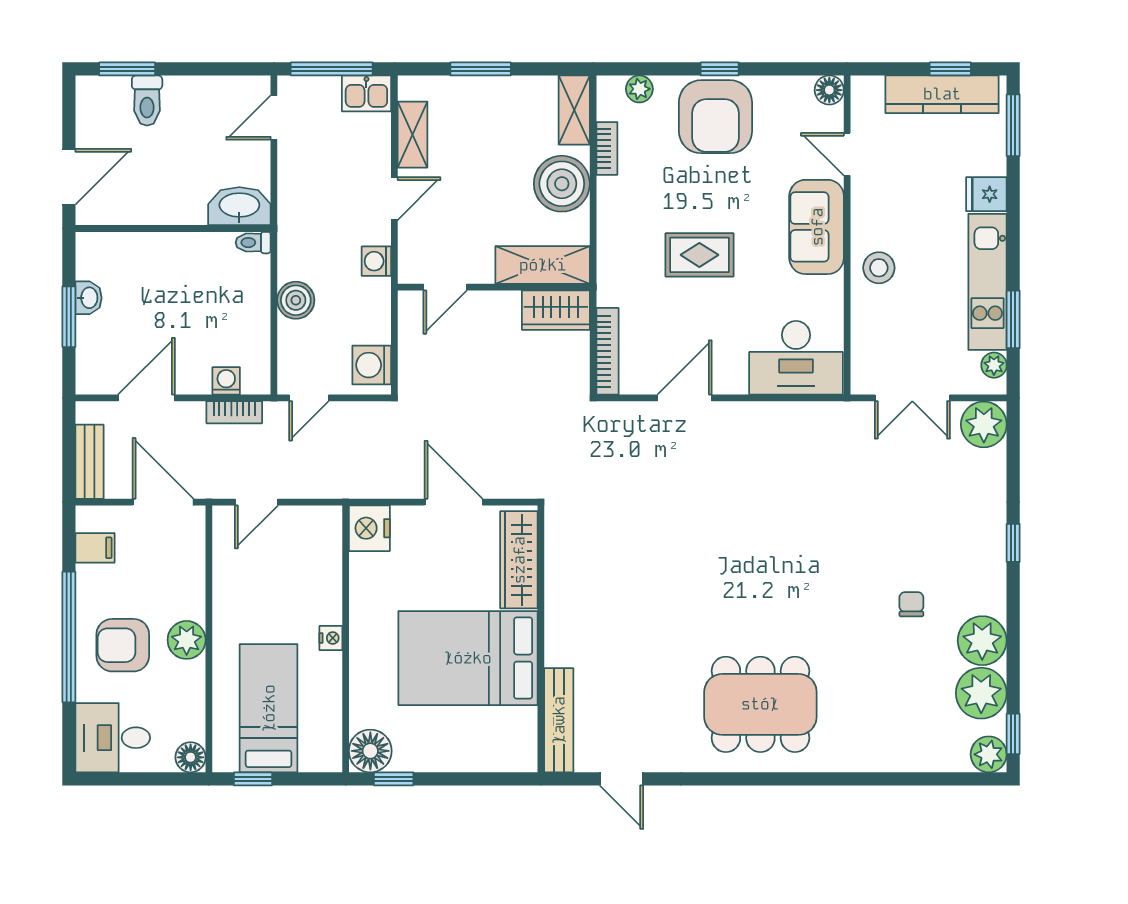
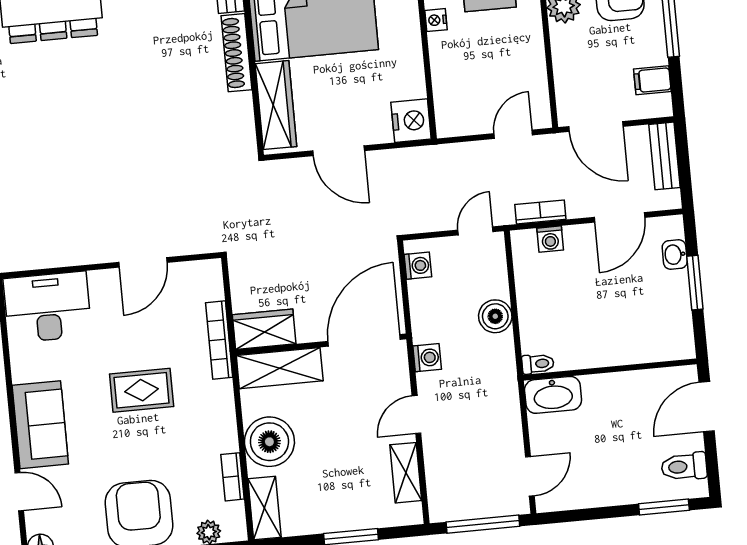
kitchen sink: (366, 93) -> (450, 505), removed
toilet: (147, 101) -> (684, 467), moved, turned -90
door: (445, 287) -> (364, 340), width x1.87
washbasin: (88, 298) -> (675, 255), moved
bookcase: (607, 351) -> (219, 340), moved
washing machine: (372, 365) -> (418, 266), width x0.73, depth x0.73
shoe rack: (558, 623) -> (236, 53), added

